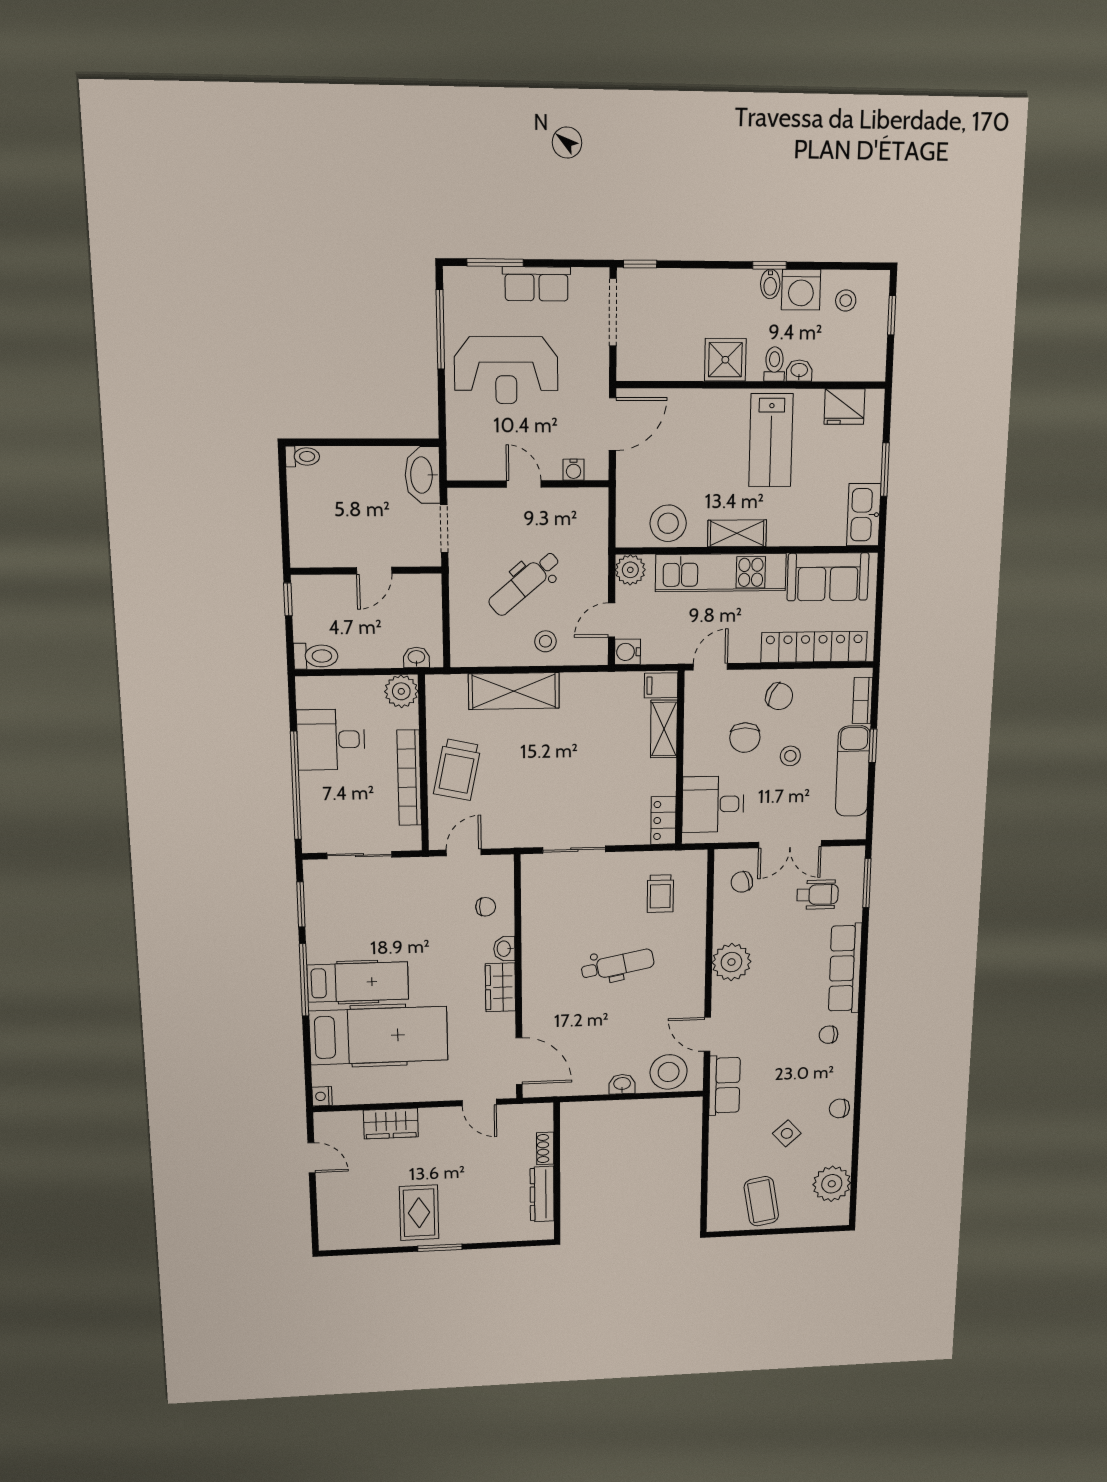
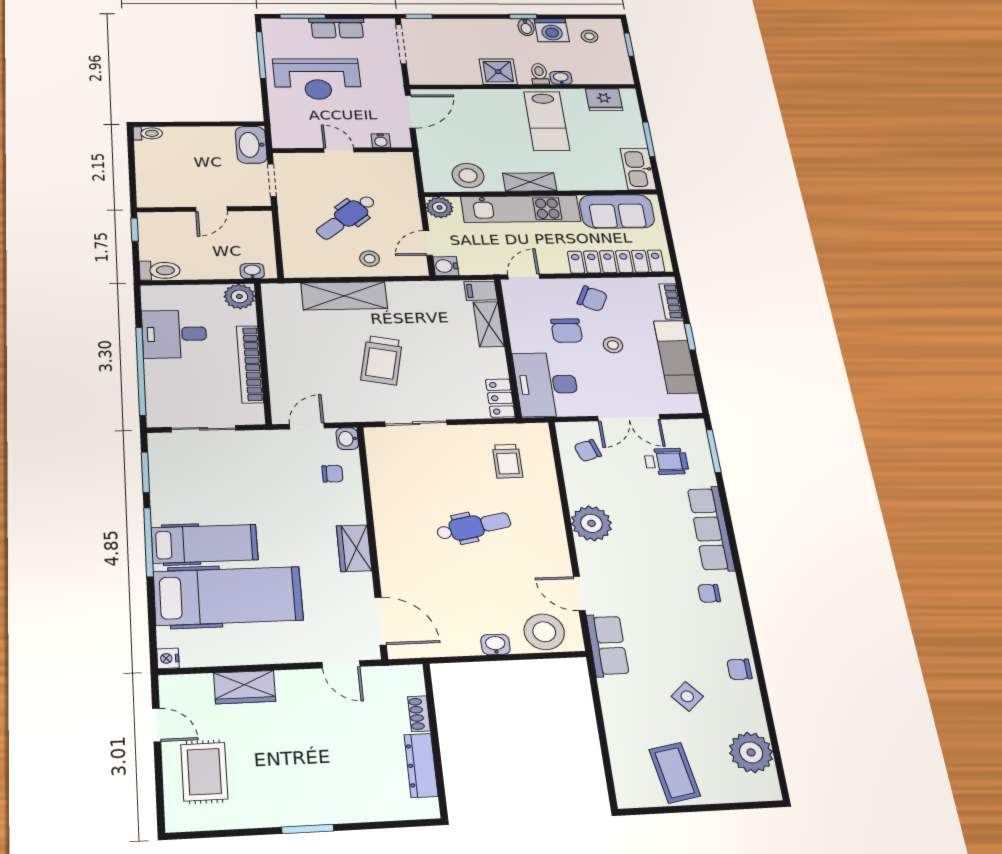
trolley: (457, 770) -> (382, 360), moved
desk: (713, 804) -> (546, 384), width x1.37
washbasin: (504, 949) -> (347, 439), moved
rug: (419, 1213) -> (204, 772), moved

